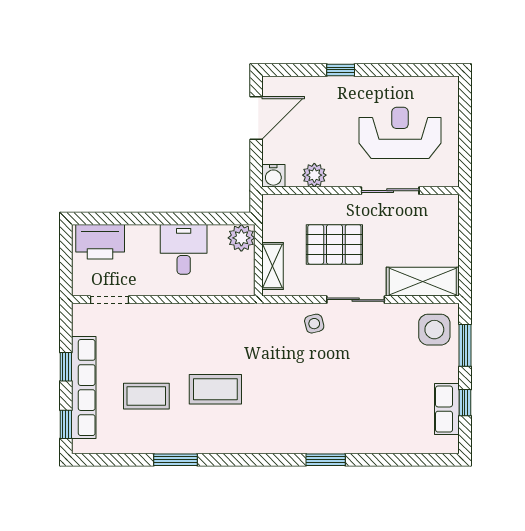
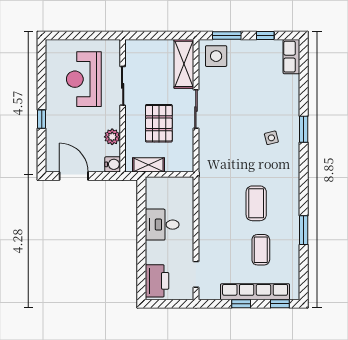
plant: (241, 238) -> (154, 186), removed
shelving: (273, 266) -> (148, 165), moved
side table: (314, 324) -> (271, 138), moved
row of seats: (447, 409) -> (291, 57), moved, turned 90

